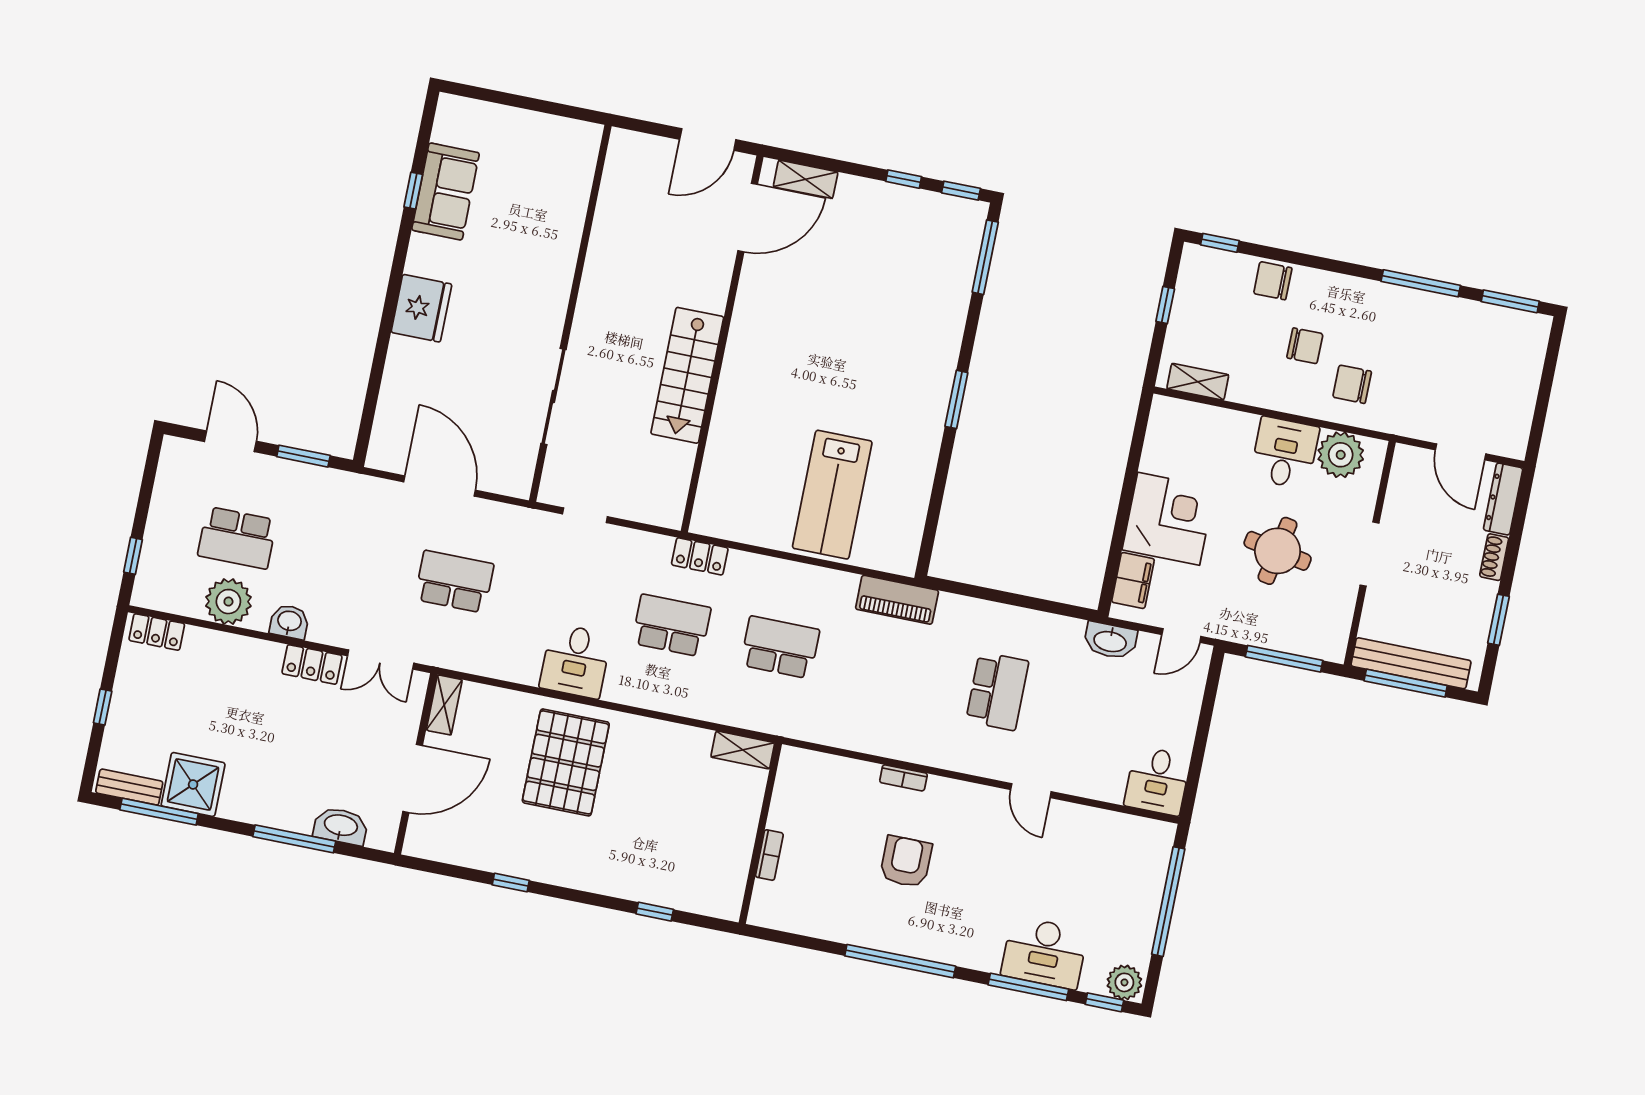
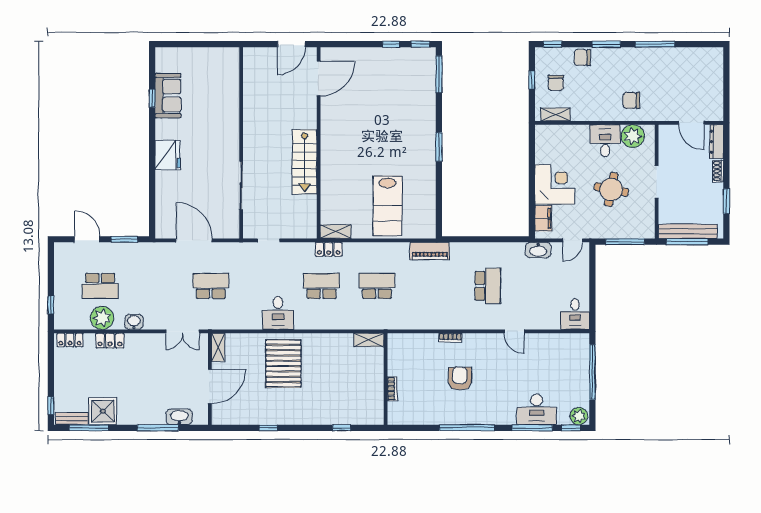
shelving: (806, 179) -> (336, 232), moved
window: (1510, 301) -> (606, 44), moved
chair: (1305, 346) -> (556, 83), moved, turned 90
locker: (312, 664) -> (110, 341), moved
window: (103, 707) -> (51, 406), moved

